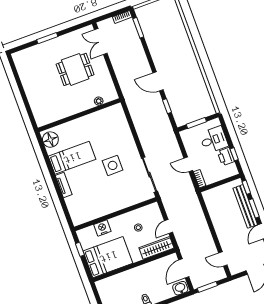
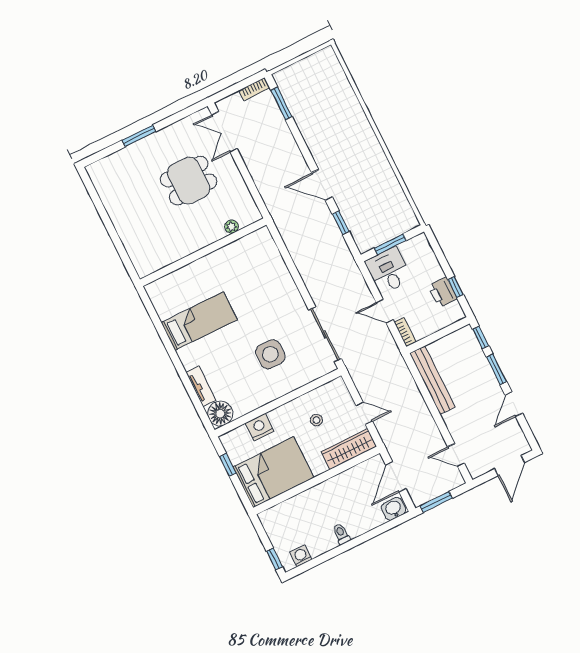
floor lamp: (50, 140) -> (220, 414), moved
desk: (214, 140) -> (388, 271), moved, turned -90
side table: (113, 165) -> (270, 354), moved
tv unit: (64, 185) -> (201, 386), moved
bench: (245, 206) -> (432, 380), moved
door: (168, 227) -> (364, 413), swing flipped

